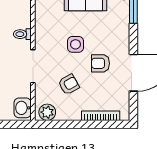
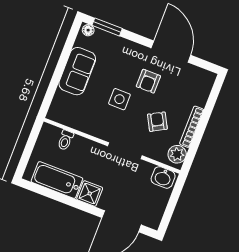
toilet: (22, 34) -> (65, 140), moved
bookcase: (101, 116) -> (192, 127), moved

